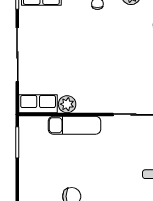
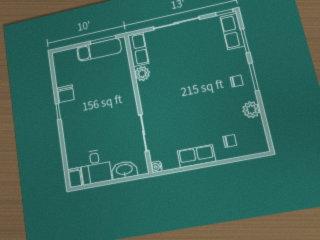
exam couch: (74, 125) -> (99, 50), moved, turned -90

